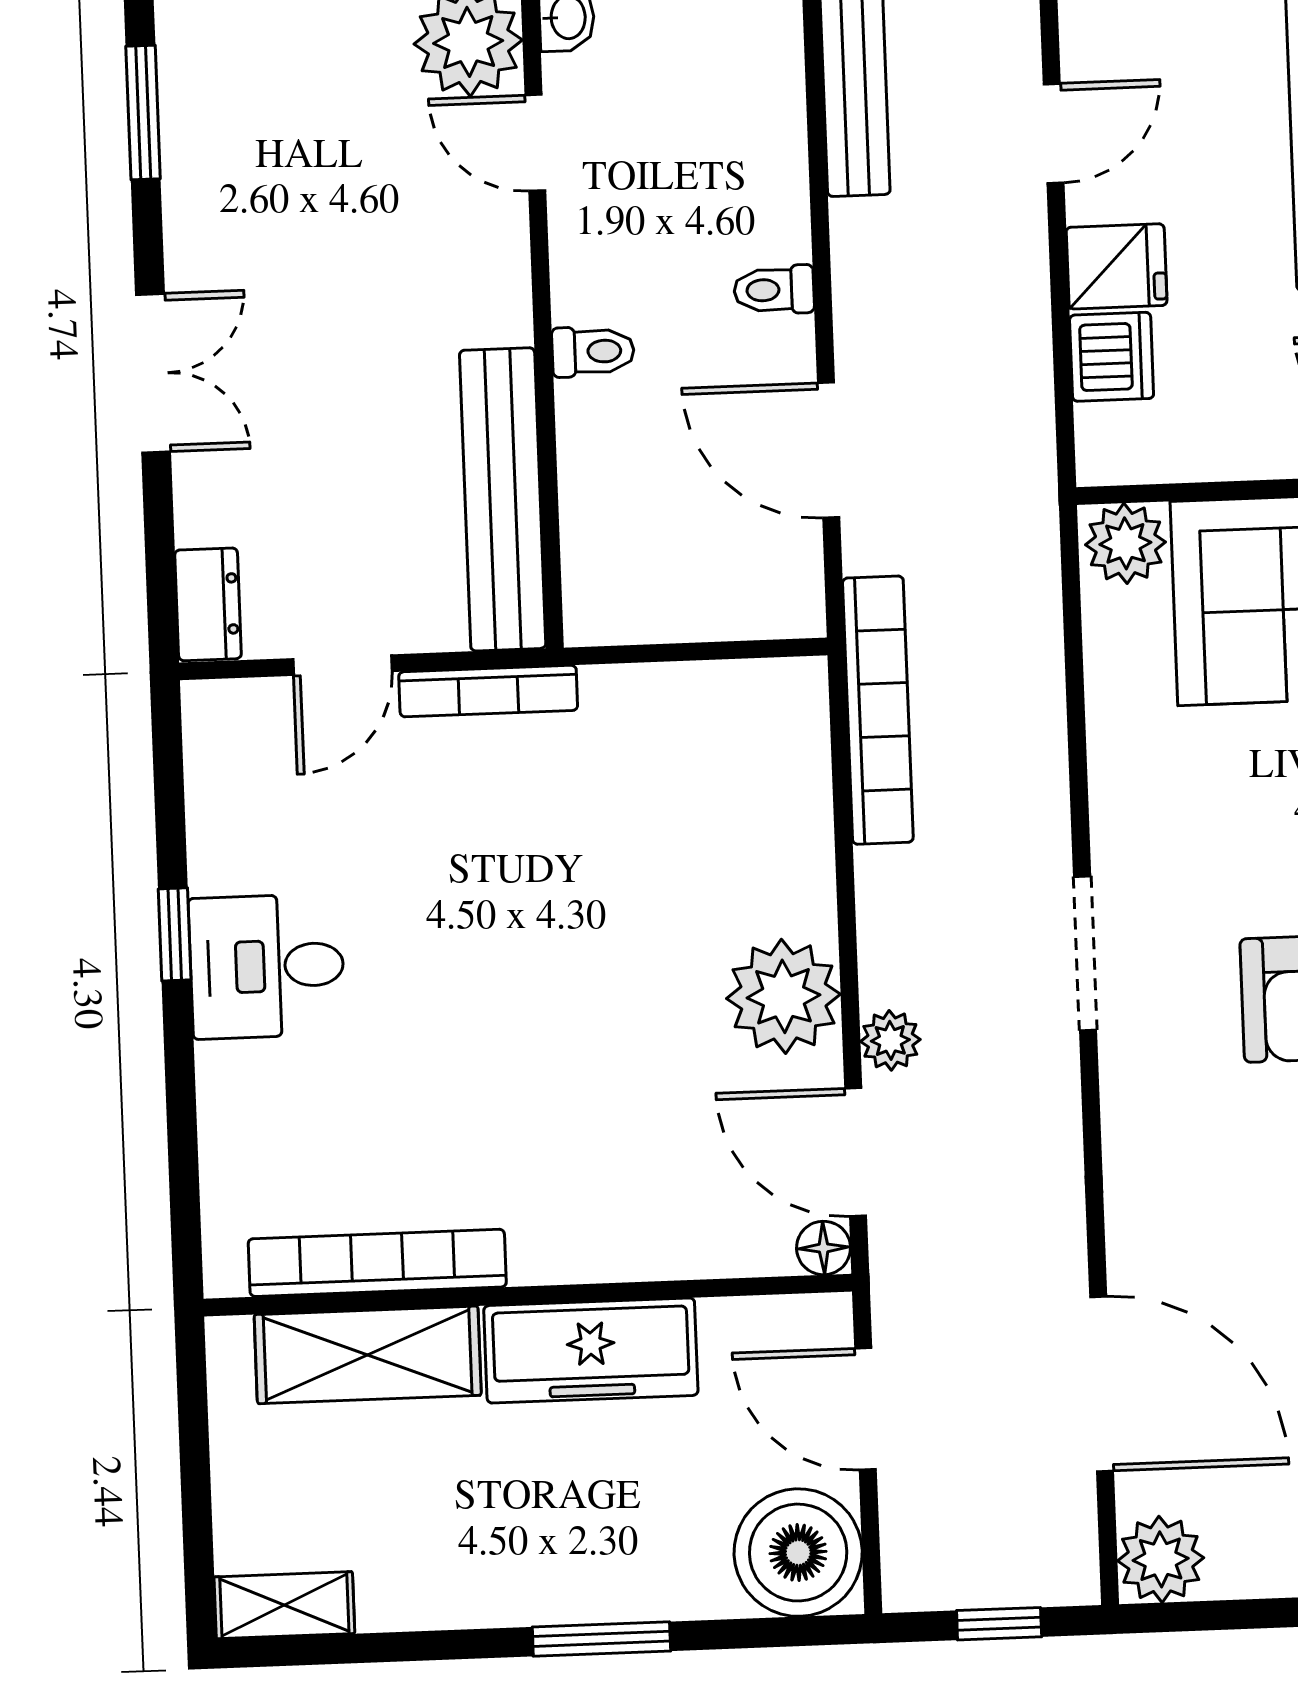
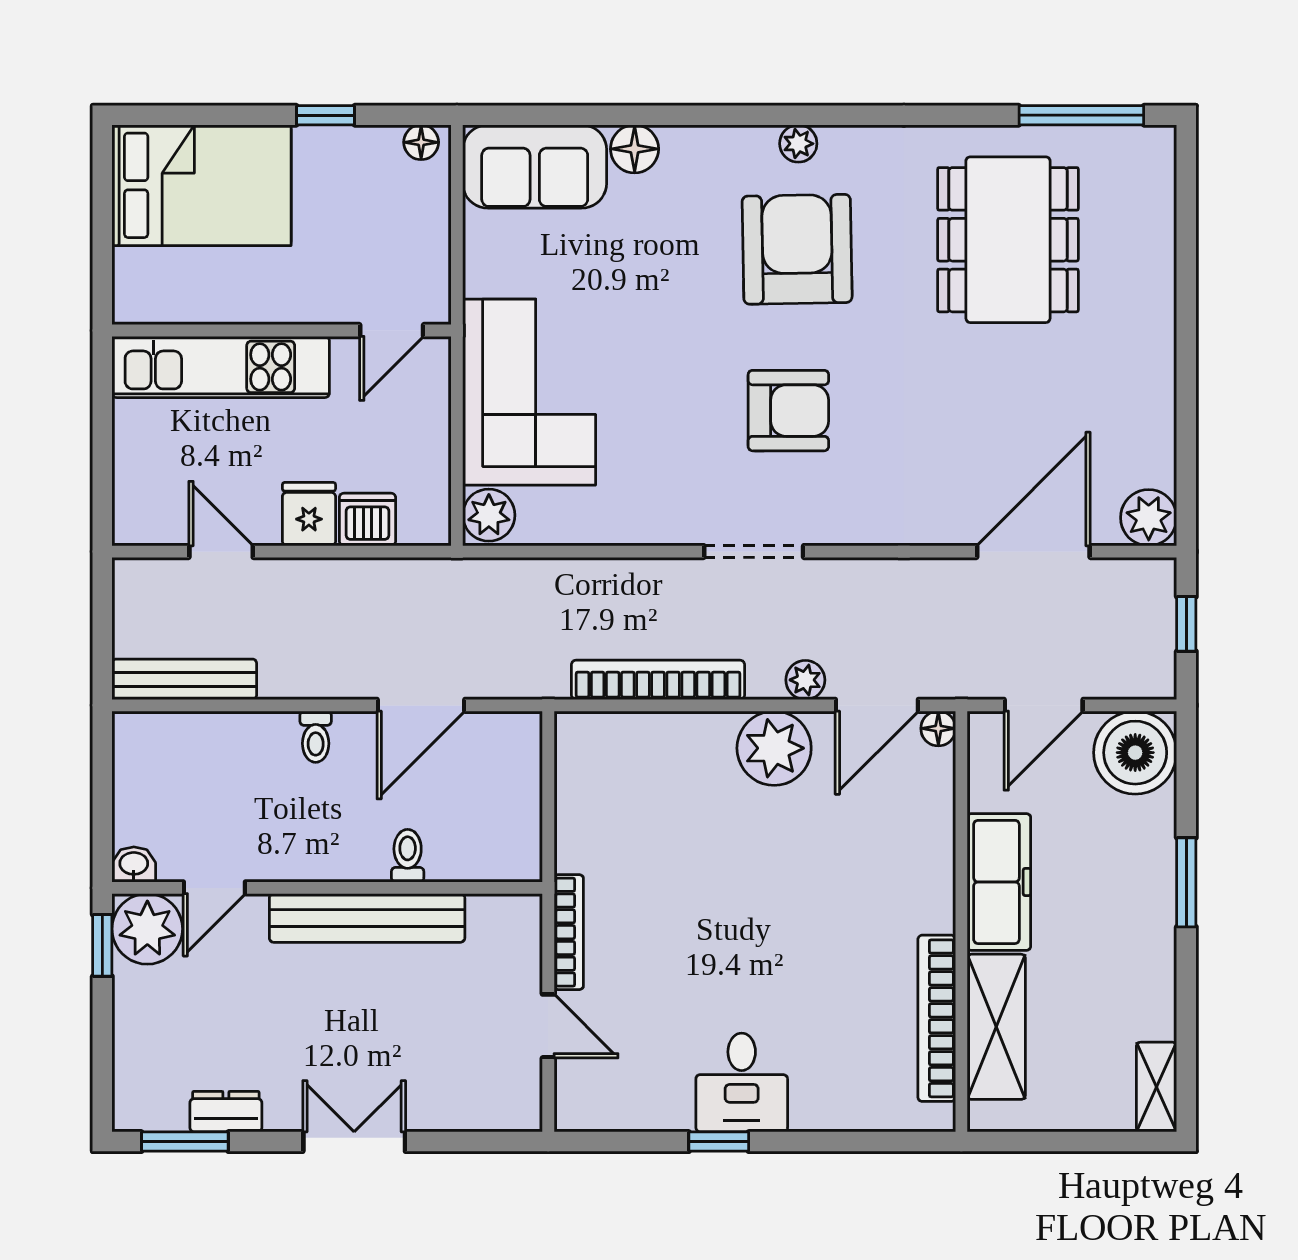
toilet: (593, 351) -> (408, 856), moved
bench: (503, 499) -> (367, 918), moved
dresser: (208, 604) -> (226, 1112), moved
bookcase: (878, 710) -> (658, 680), moved

